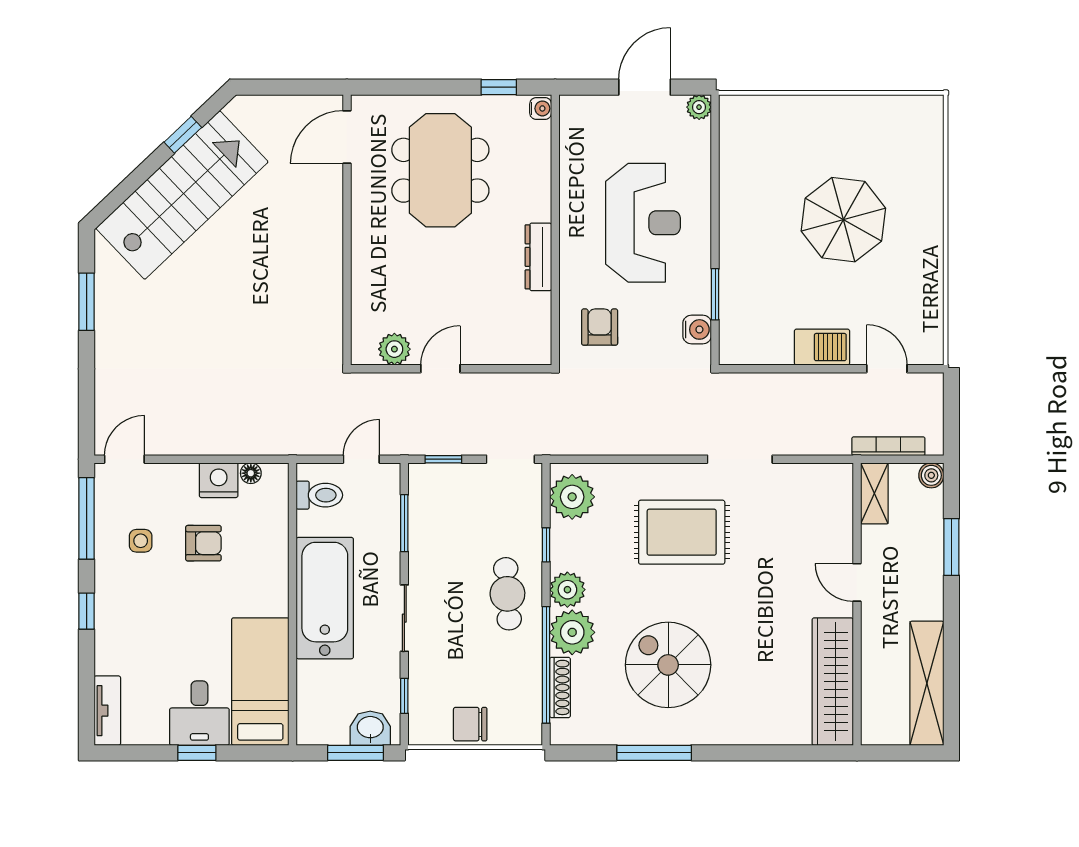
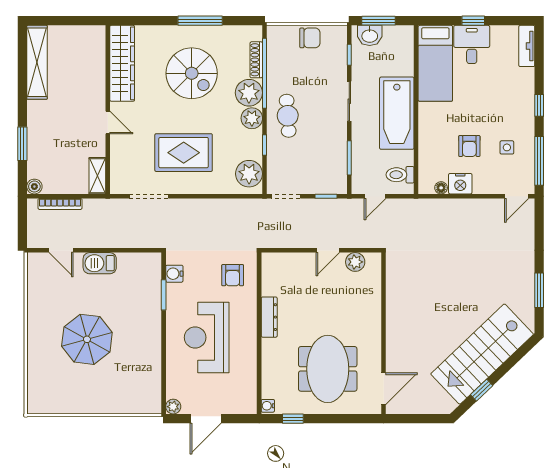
shelving: (874, 493) -> (97, 176), moved
armchair: (203, 543) -> (469, 146), turned -90
door: (857, 582) -> (108, 123), moved
wall: (857, 604) -> (108, 110), moved
wardrobe: (833, 682) -> (122, 63), moved

